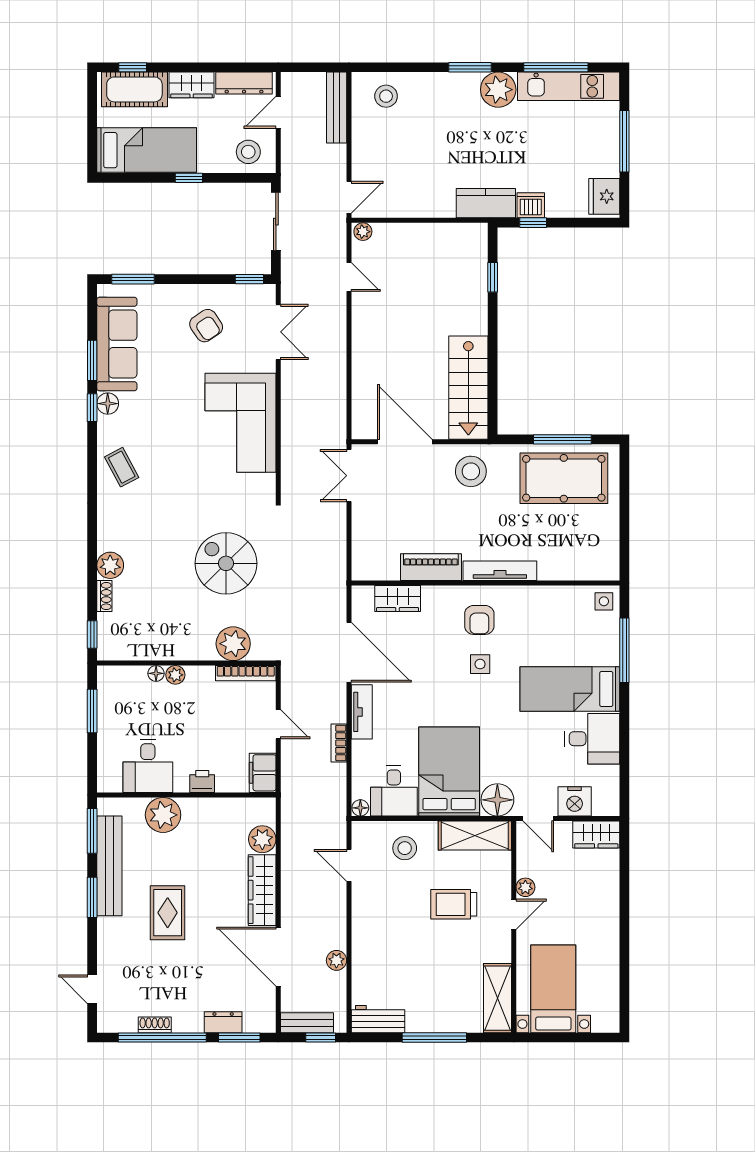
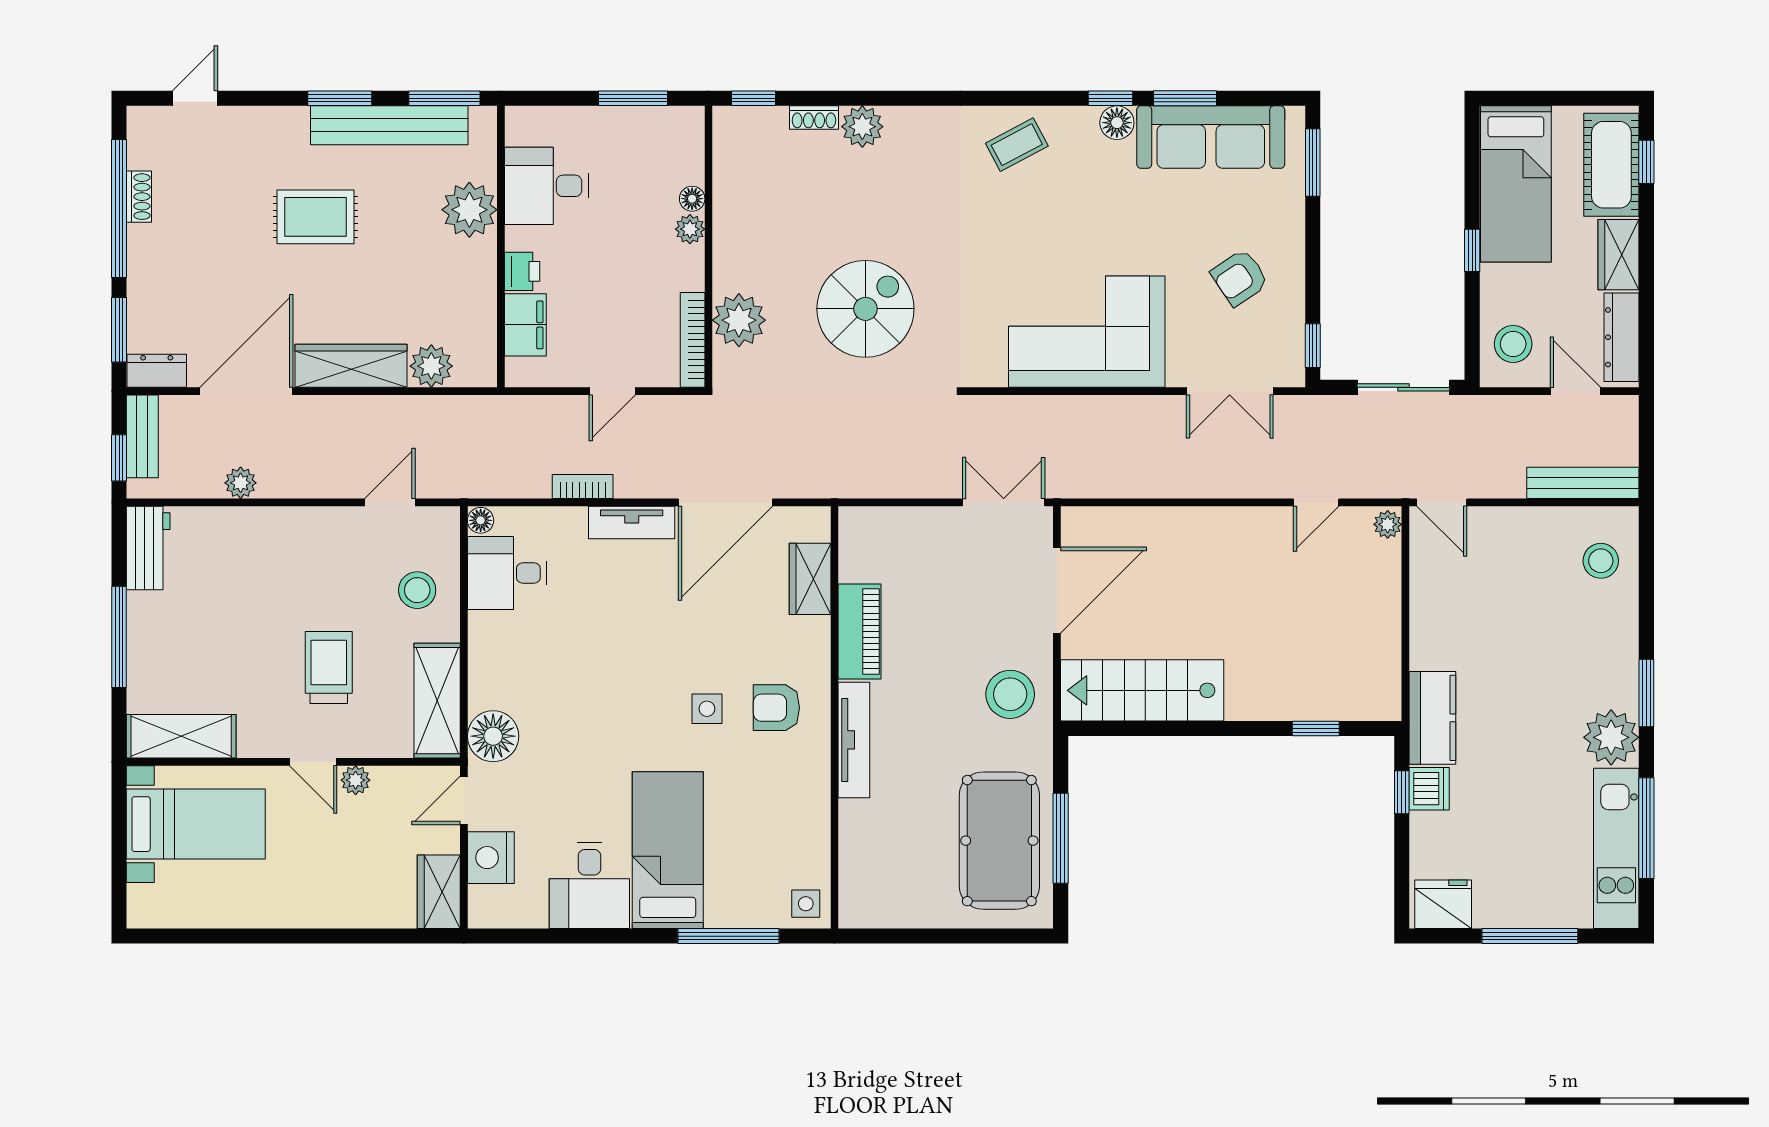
bed: (449, 771) -> (538, 660), removed
filing cabinet: (263, 773) -> (525, 325), moved, turned 90
dresser: (223, 1022) -> (157, 371), moved, turned -90

